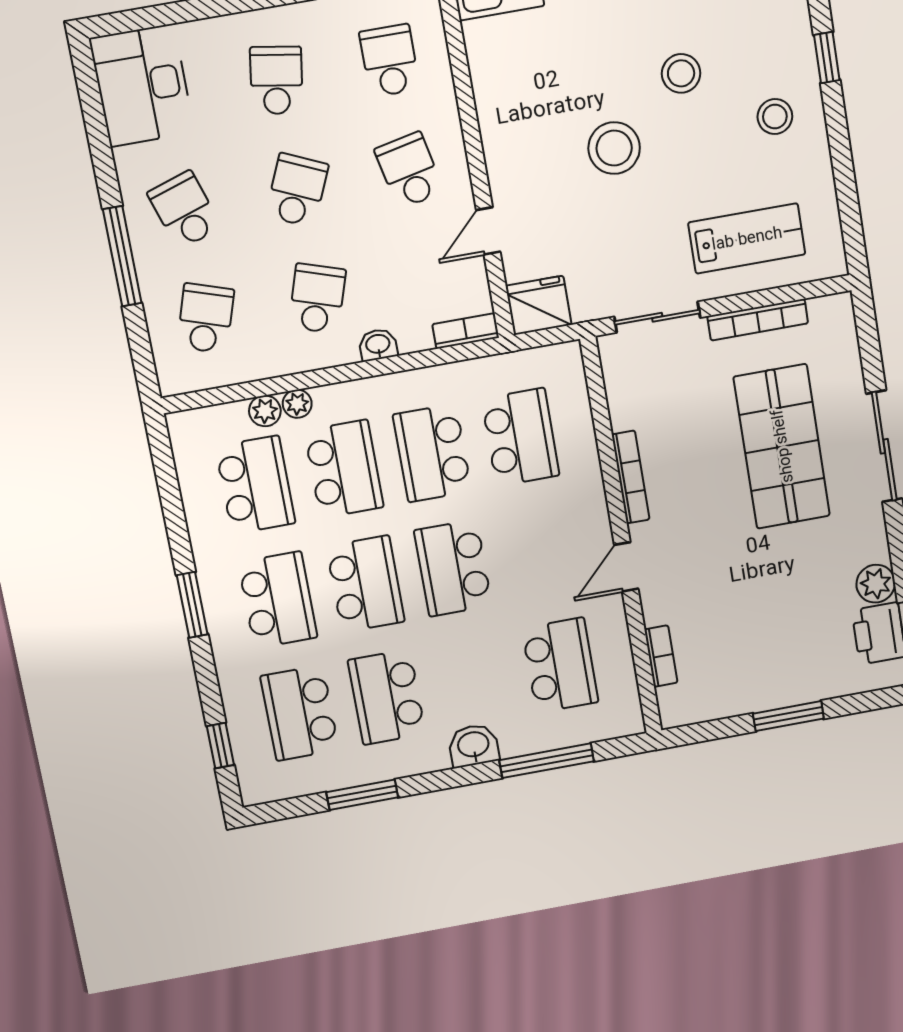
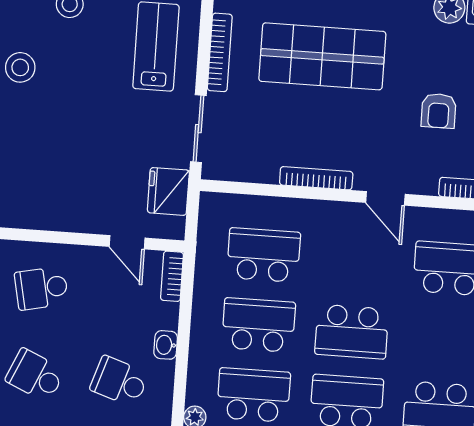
stool: (614, 148) -> (63, 131), removed
door: (488, 231) -> (127, 242), moved
fridge: (539, 305) -> (168, 191), moved
school desk: (432, 453) -> (259, 325), turned 180
armchair: (748, 603) -> (439, 111), added

